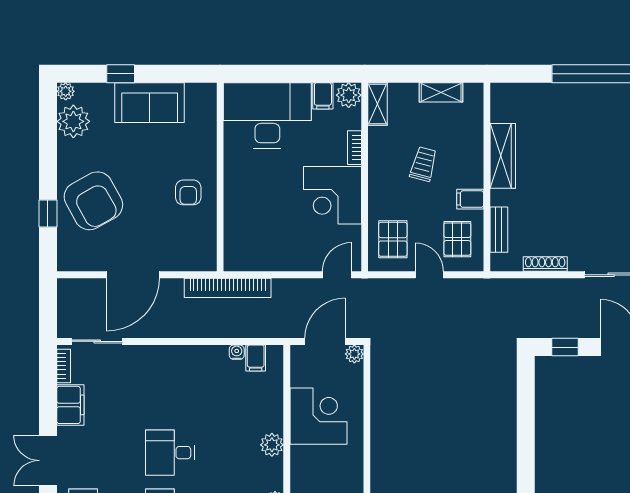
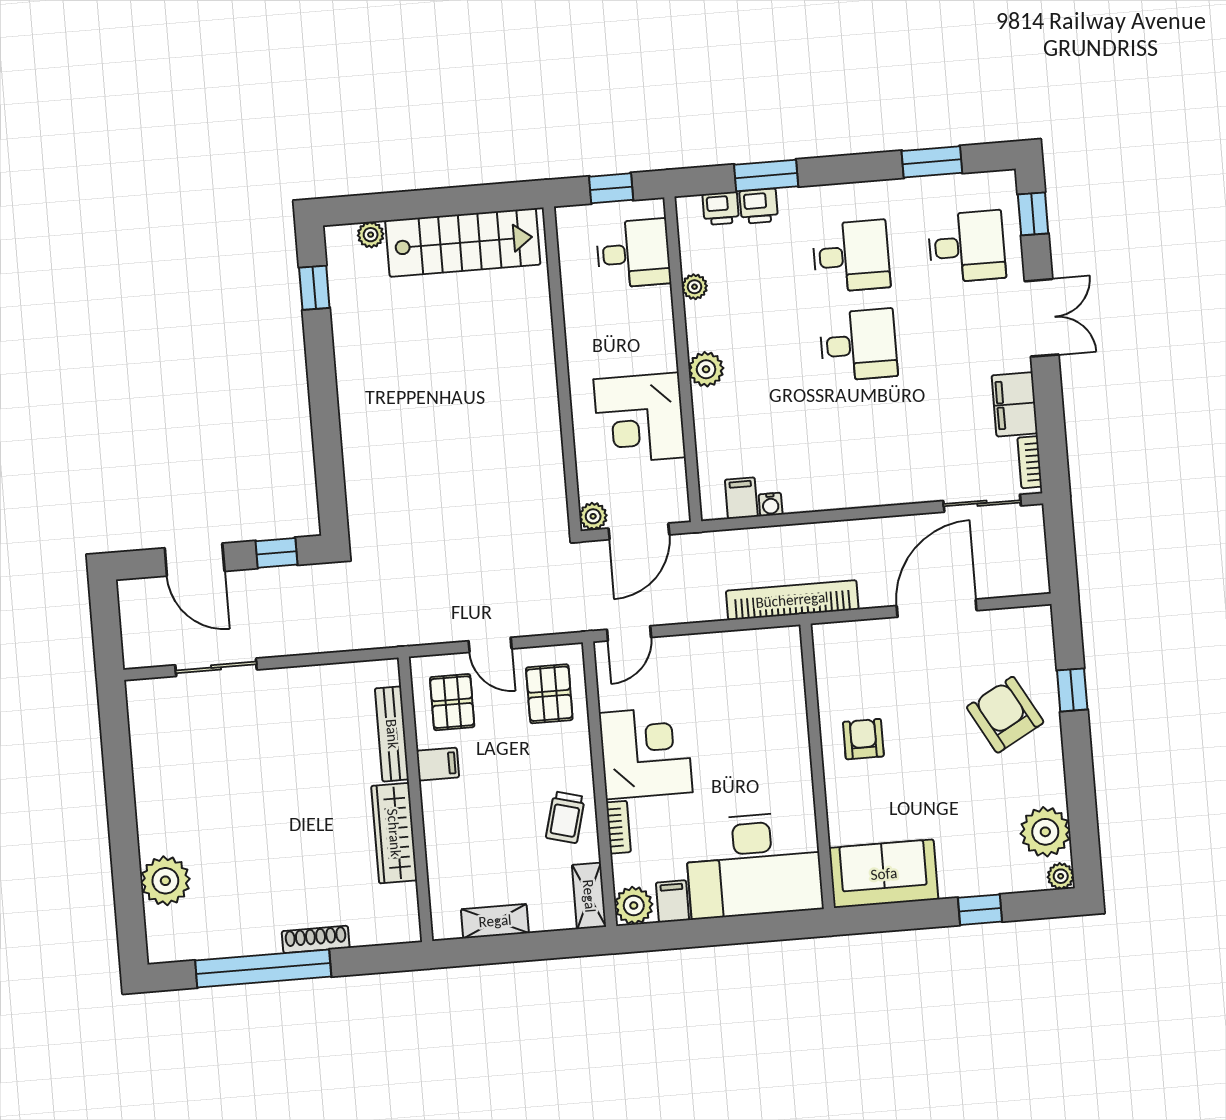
sofa: (150, 103) -> (884, 874), moved
trolley: (423, 164) -> (565, 817), moved
armchair: (93, 201) -> (1005, 715), width x0.73, depth x0.73
bench: (499, 230) -> (392, 734), width x1.36
shoe rack: (545, 264) -> (316, 939), moved, turned 180

